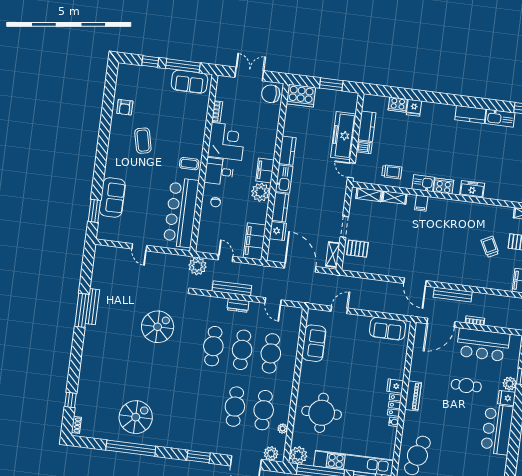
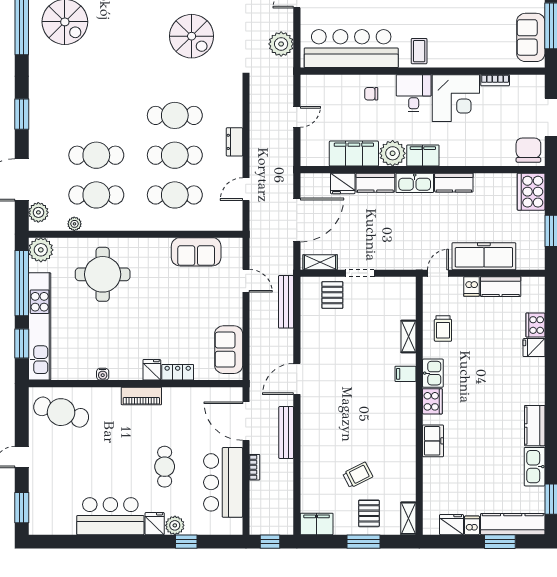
shelving: (369, 195) -> (408, 301), removed
filing cabinet: (255, 241) -> (354, 154), moved
plant: (197, 266) -> (281, 44), moved
bench: (232, 288) -> (286, 302), moved
locker: (395, 405) -> (178, 372), moved

